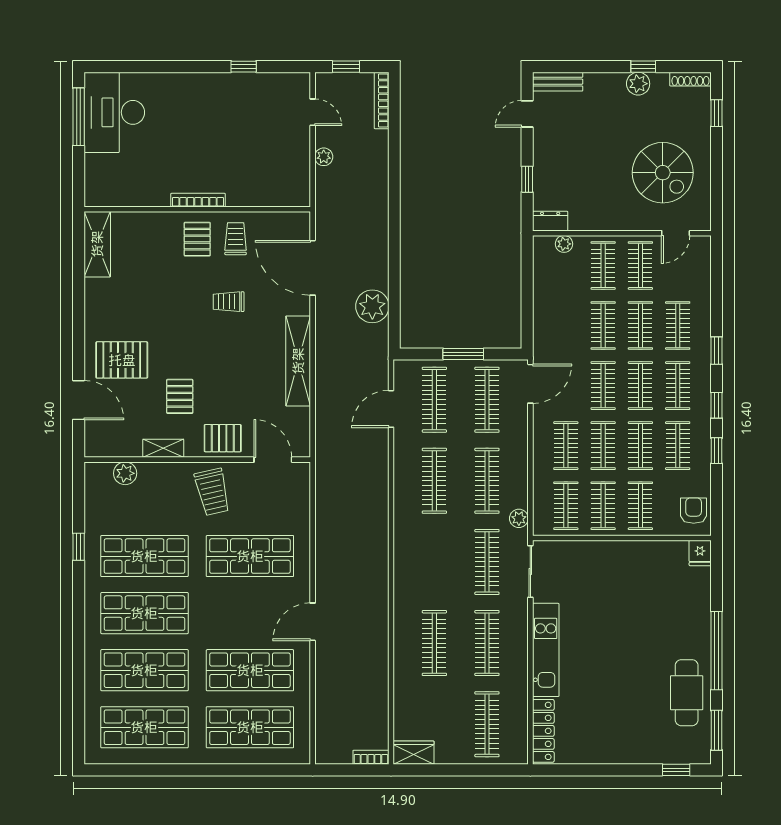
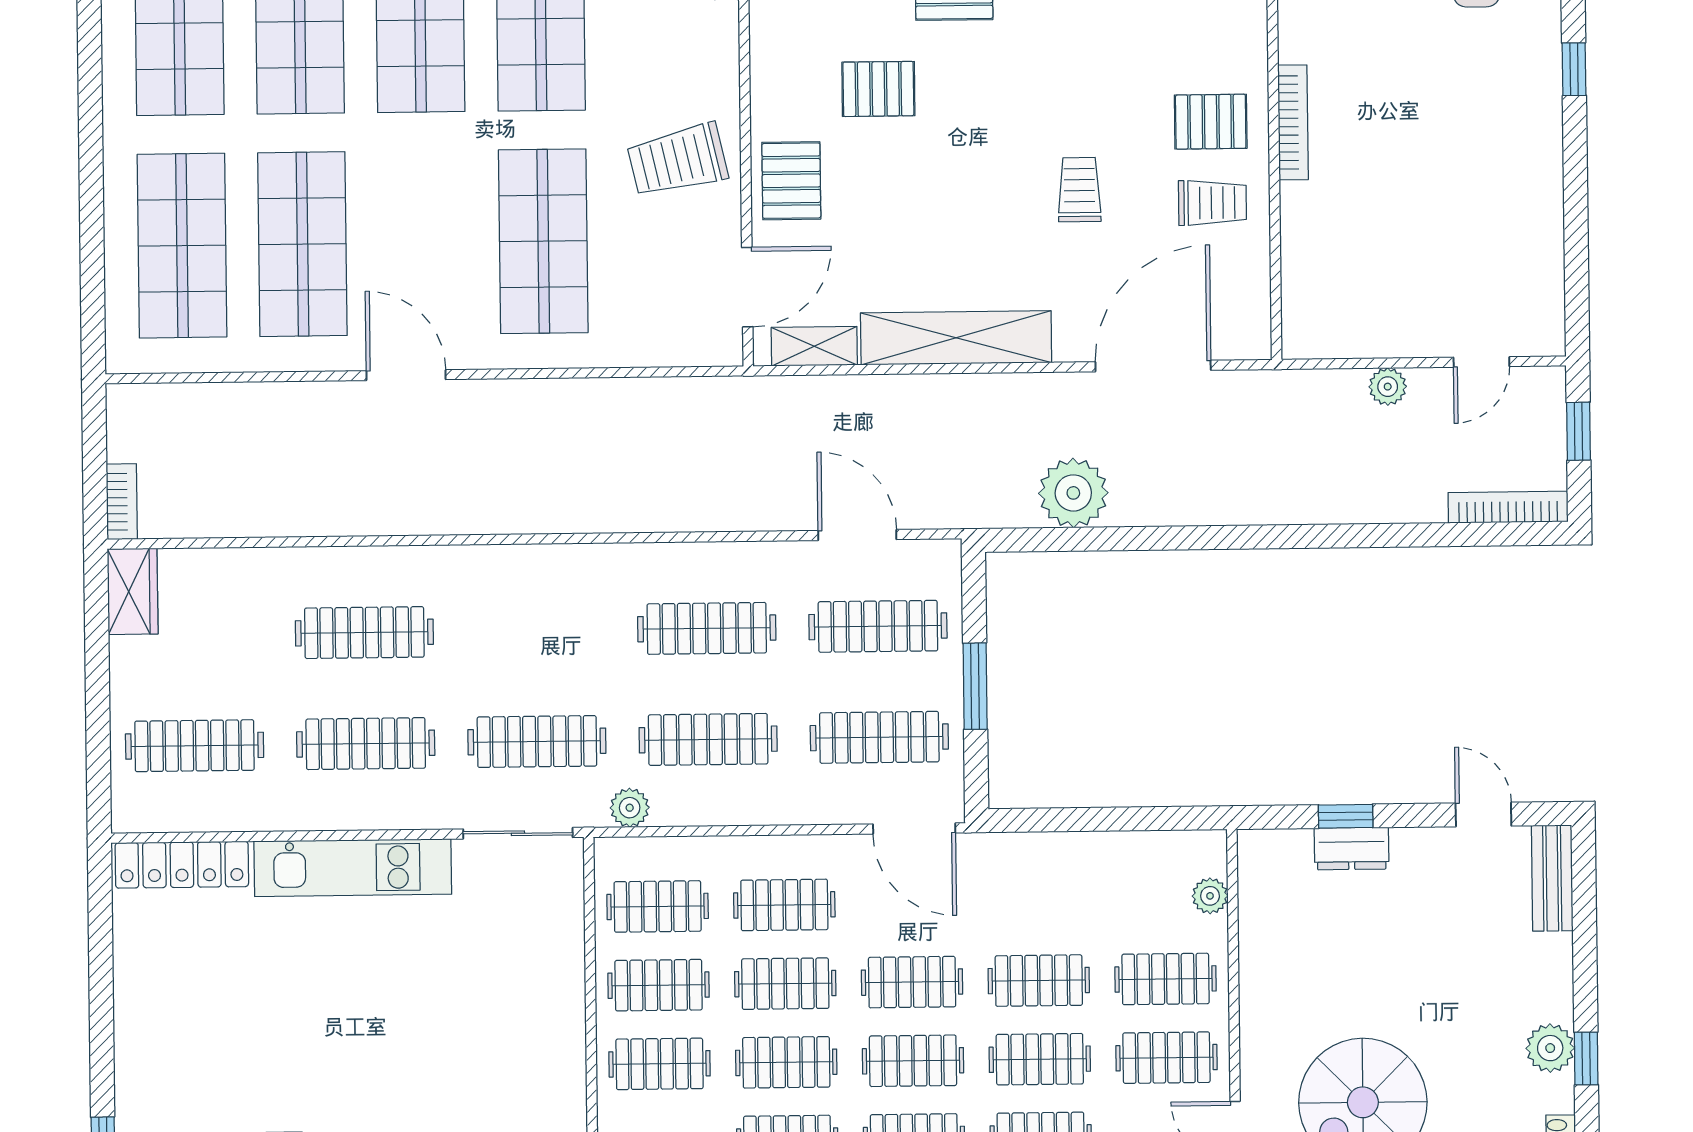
window: (244, 67) -> (1574, 69), moved
dresser: (550, 221) -> (1352, 849), moved, turned 90
shelving: (163, 448) -> (814, 346), moved, turned 90

